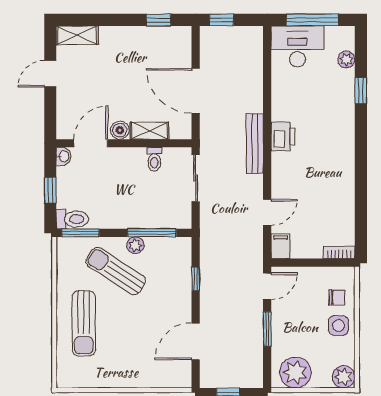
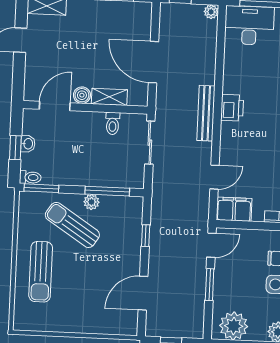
plant: (255, 34) -> (211, 12), added
washbasin: (64, 156) -> (28, 144), moved
toilet: (72, 219) -> (30, 177), width x0.73, depth x0.72
filing cabinet: (281, 246) -> (234, 209), width x2.00

